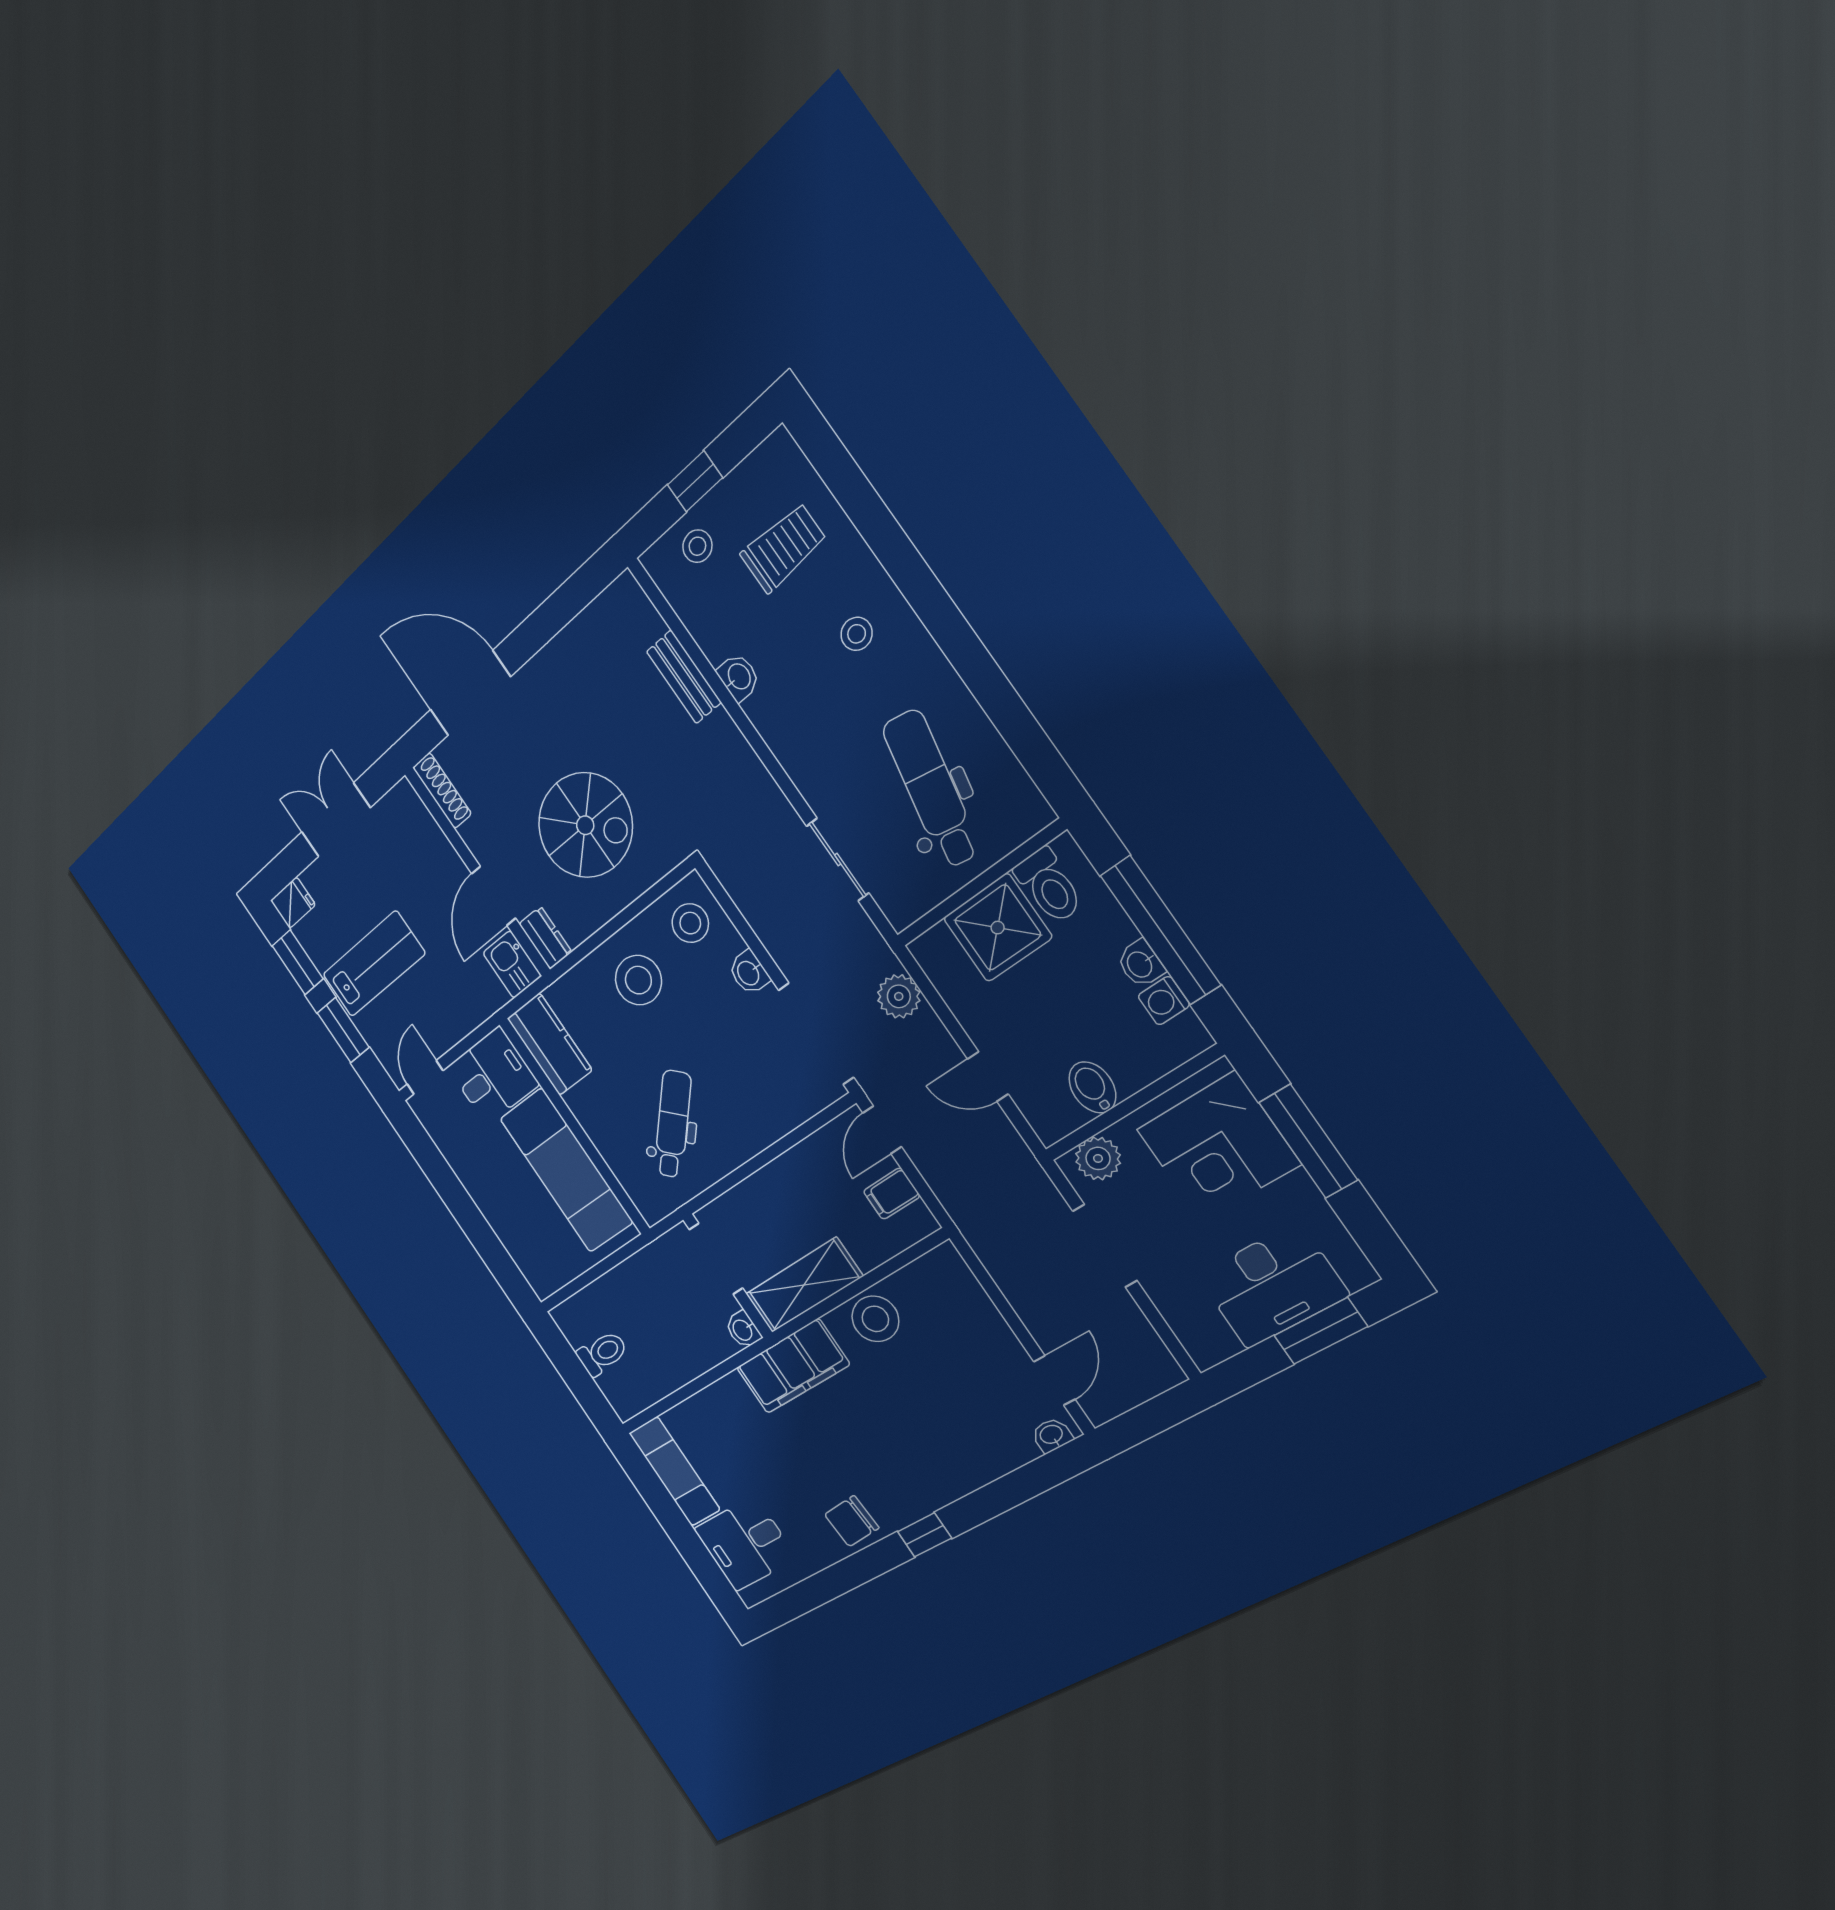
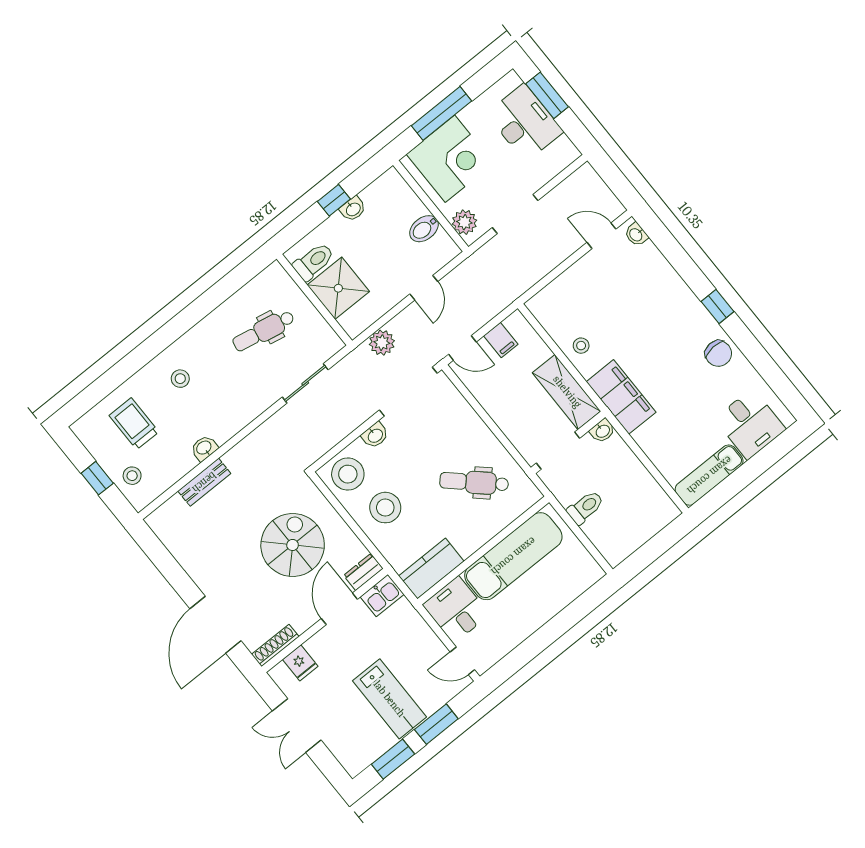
dental chair: (931, 789) -> (263, 331), width x0.73, depth x0.72
door: (494, 896) -> (339, 609), swing flipped
fridge: (293, 903) -> (300, 663), moved, turned 180
stool: (690, 923) -> (348, 474), width x1.38, depth x1.38
window: (1160, 930) -> (334, 200), width x0.32
lab bench: (374, 964) -> (389, 699), turned 180
washing machine: (1164, 1001) -> (372, 195), removed
stool: (875, 1319) -> (581, 346), width x0.53, depth x0.53
toilet: (602, 1353) -> (585, 507), moved, turned 90

